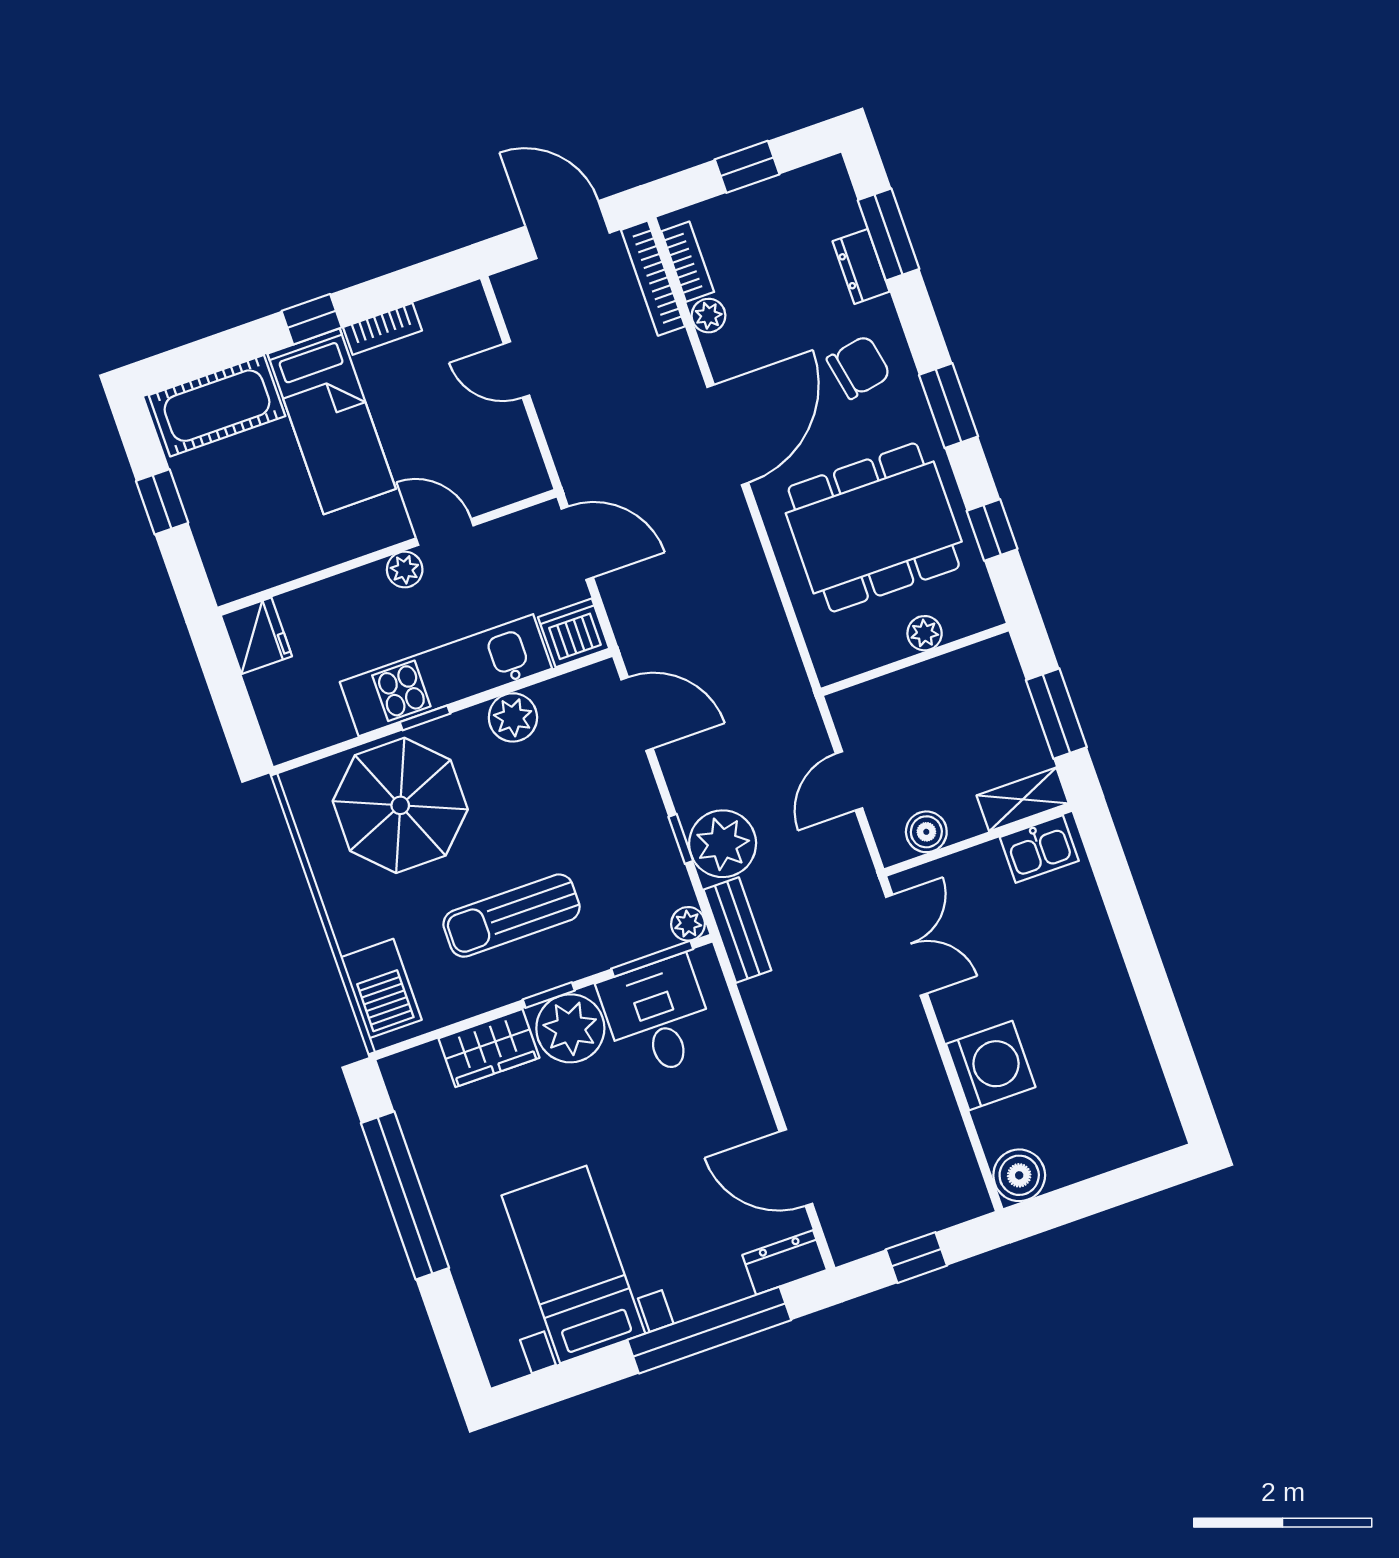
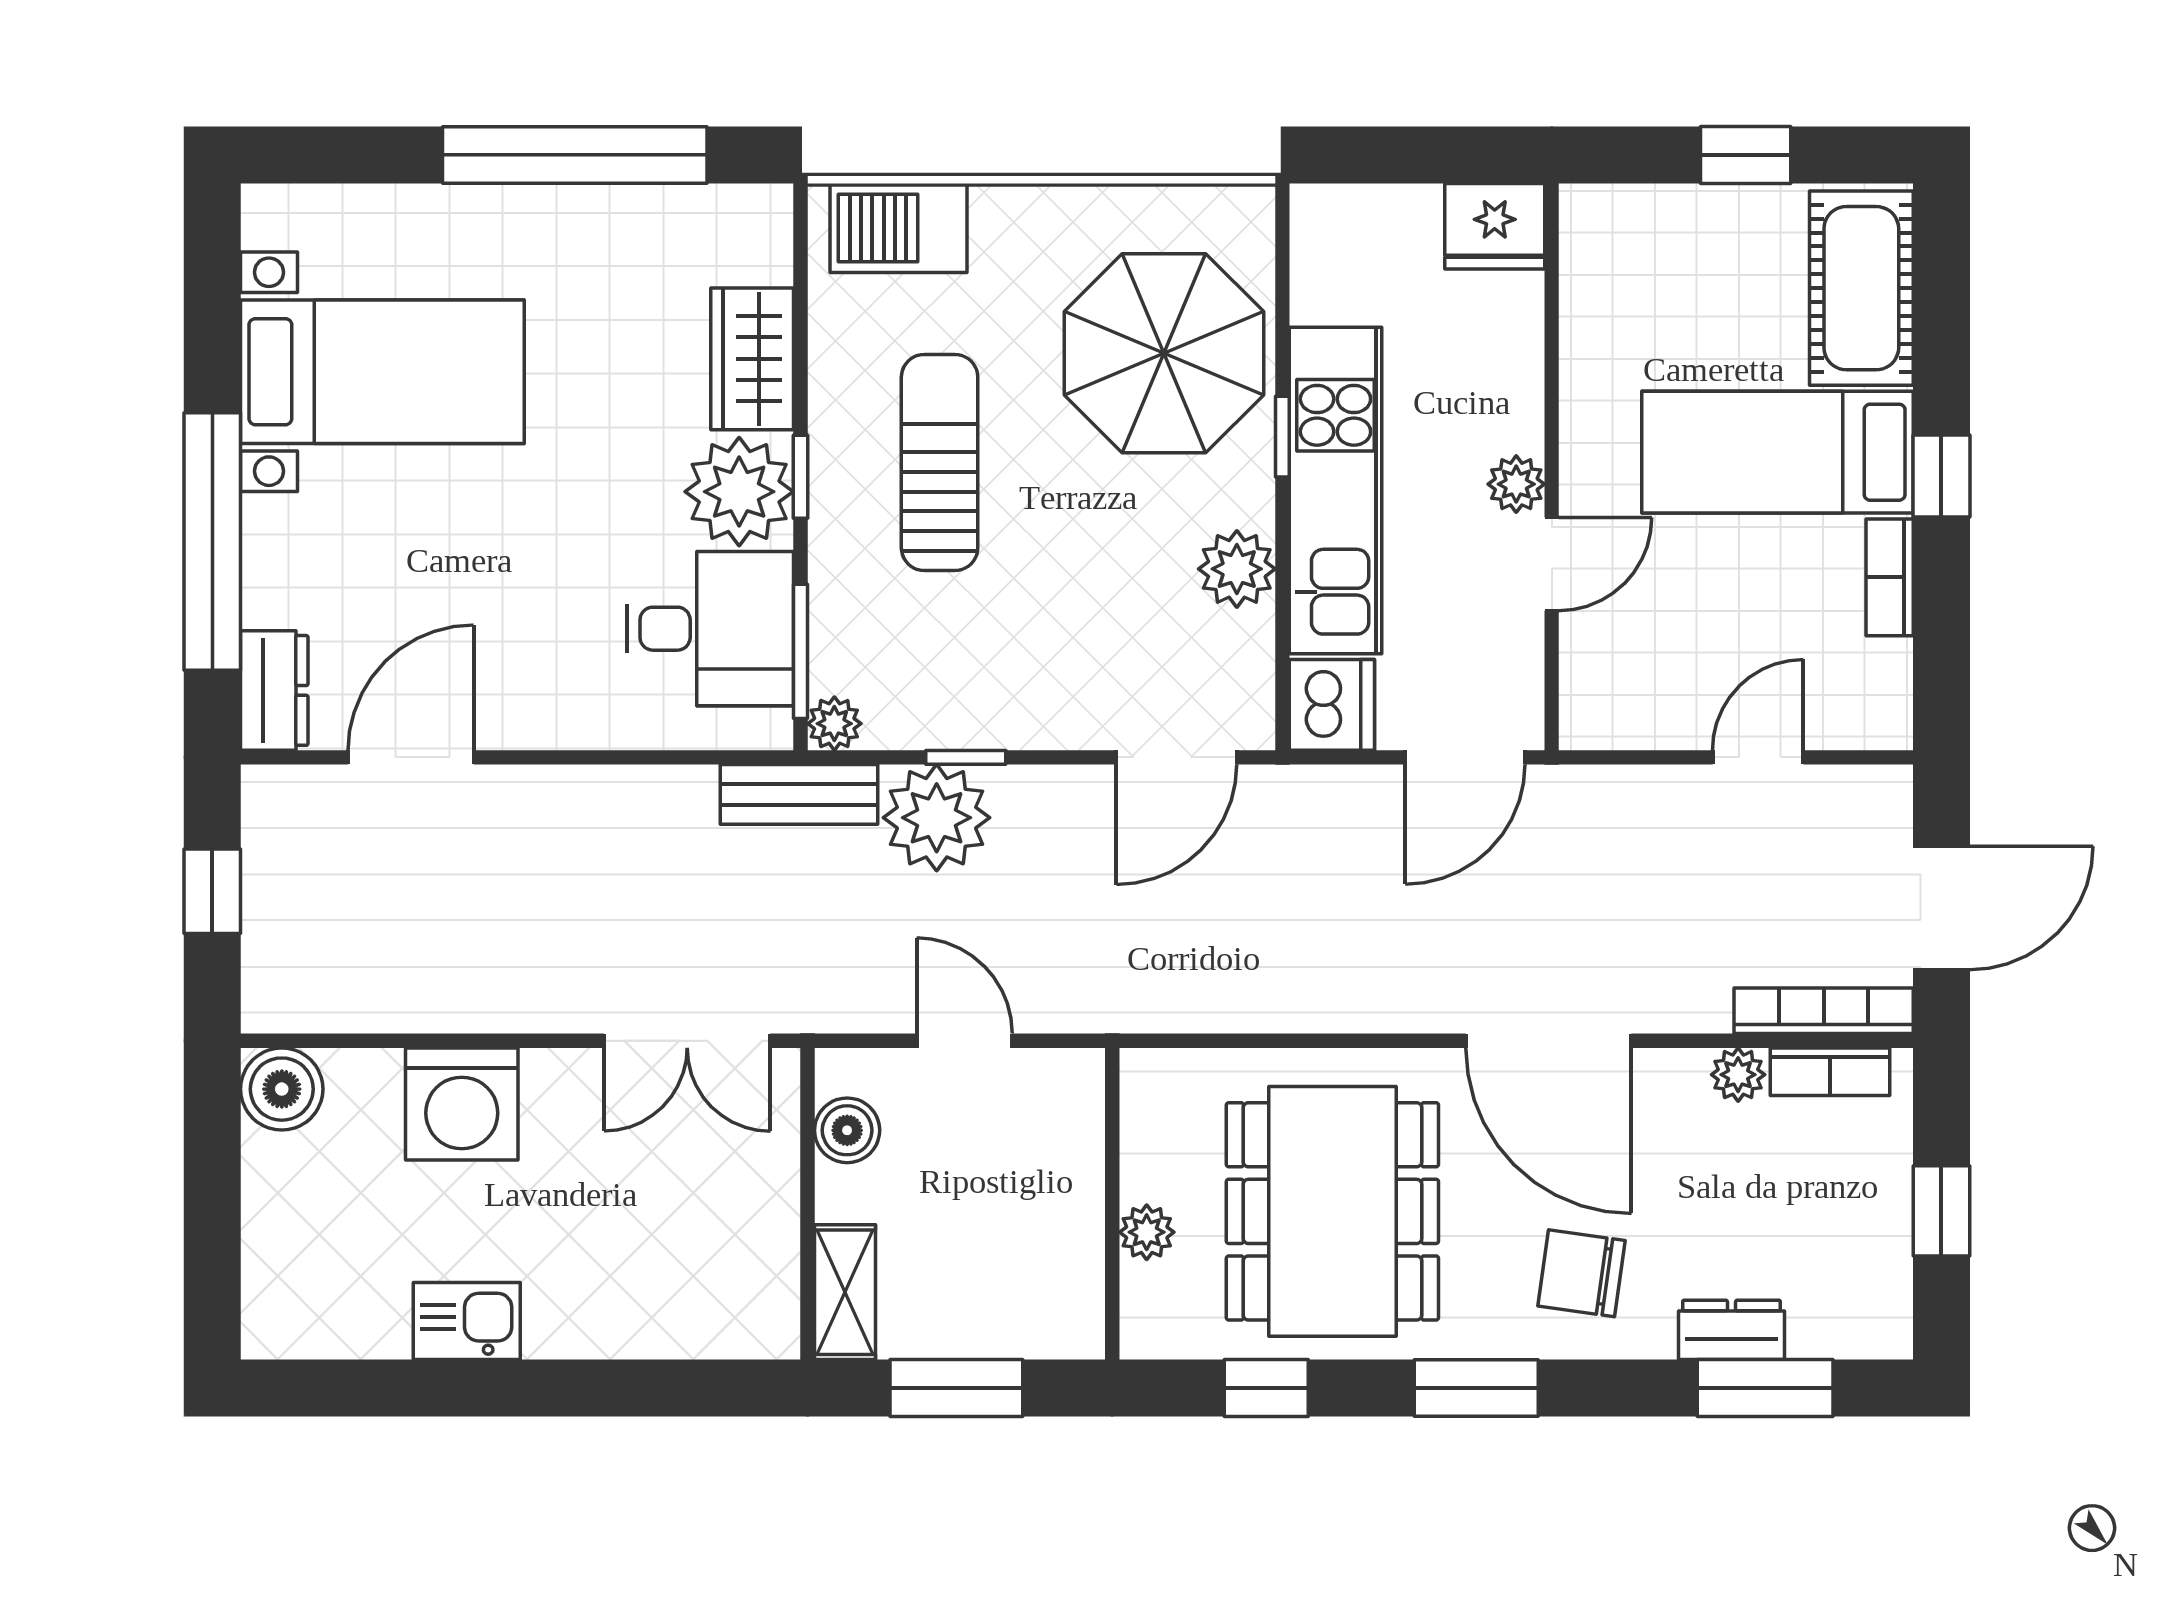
chair: (859, 367) -> (1581, 1273), turned 109
kitchen sink: (1039, 849) -> (467, 1321), moved, turned 90

